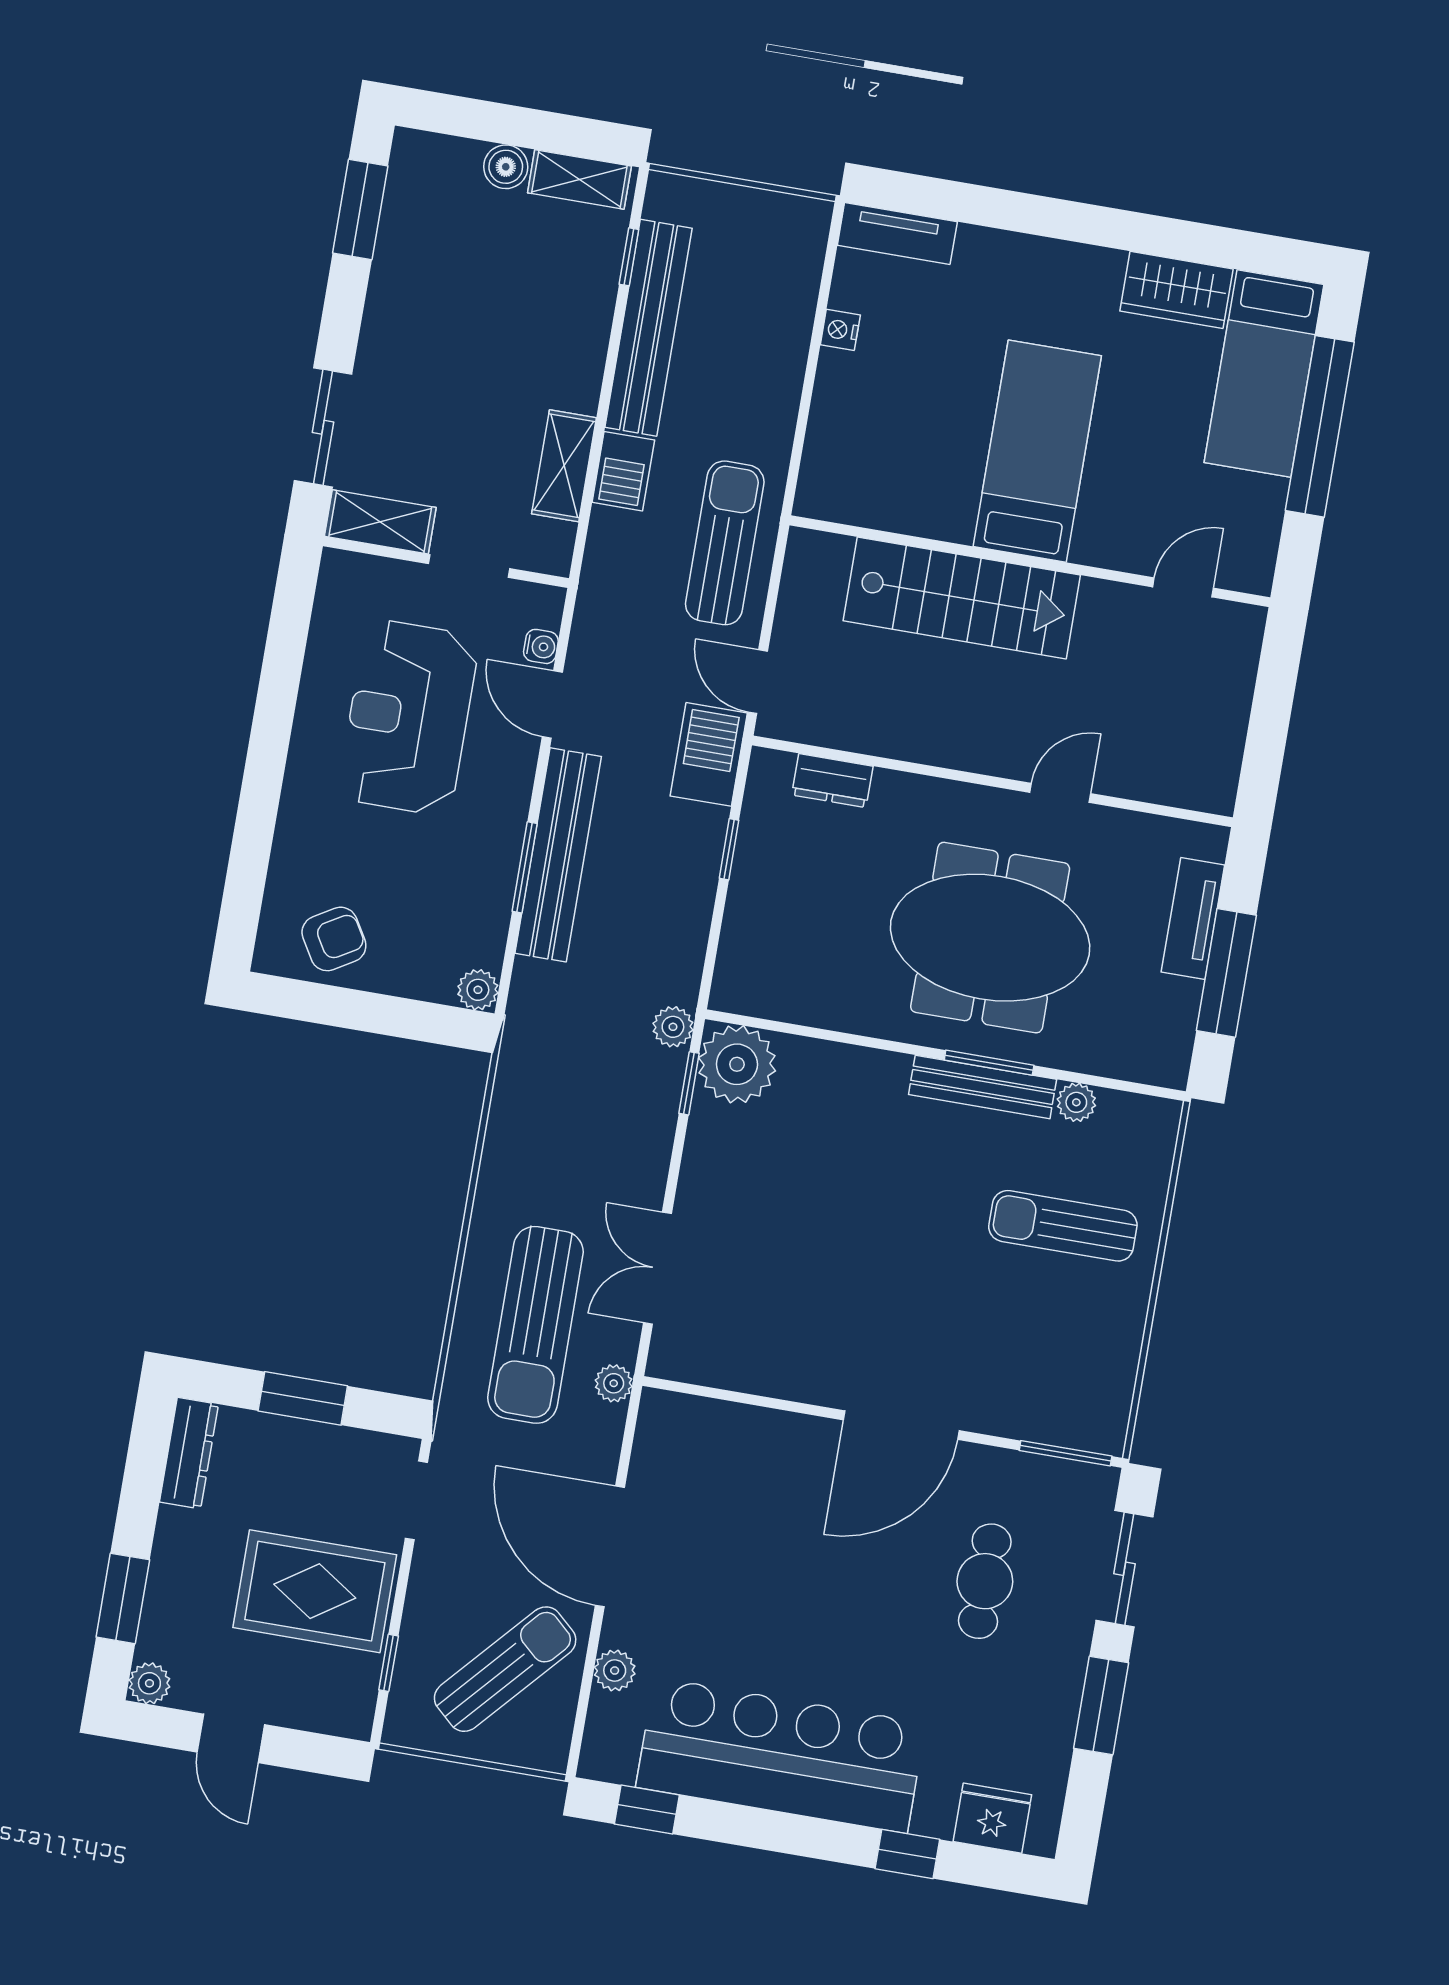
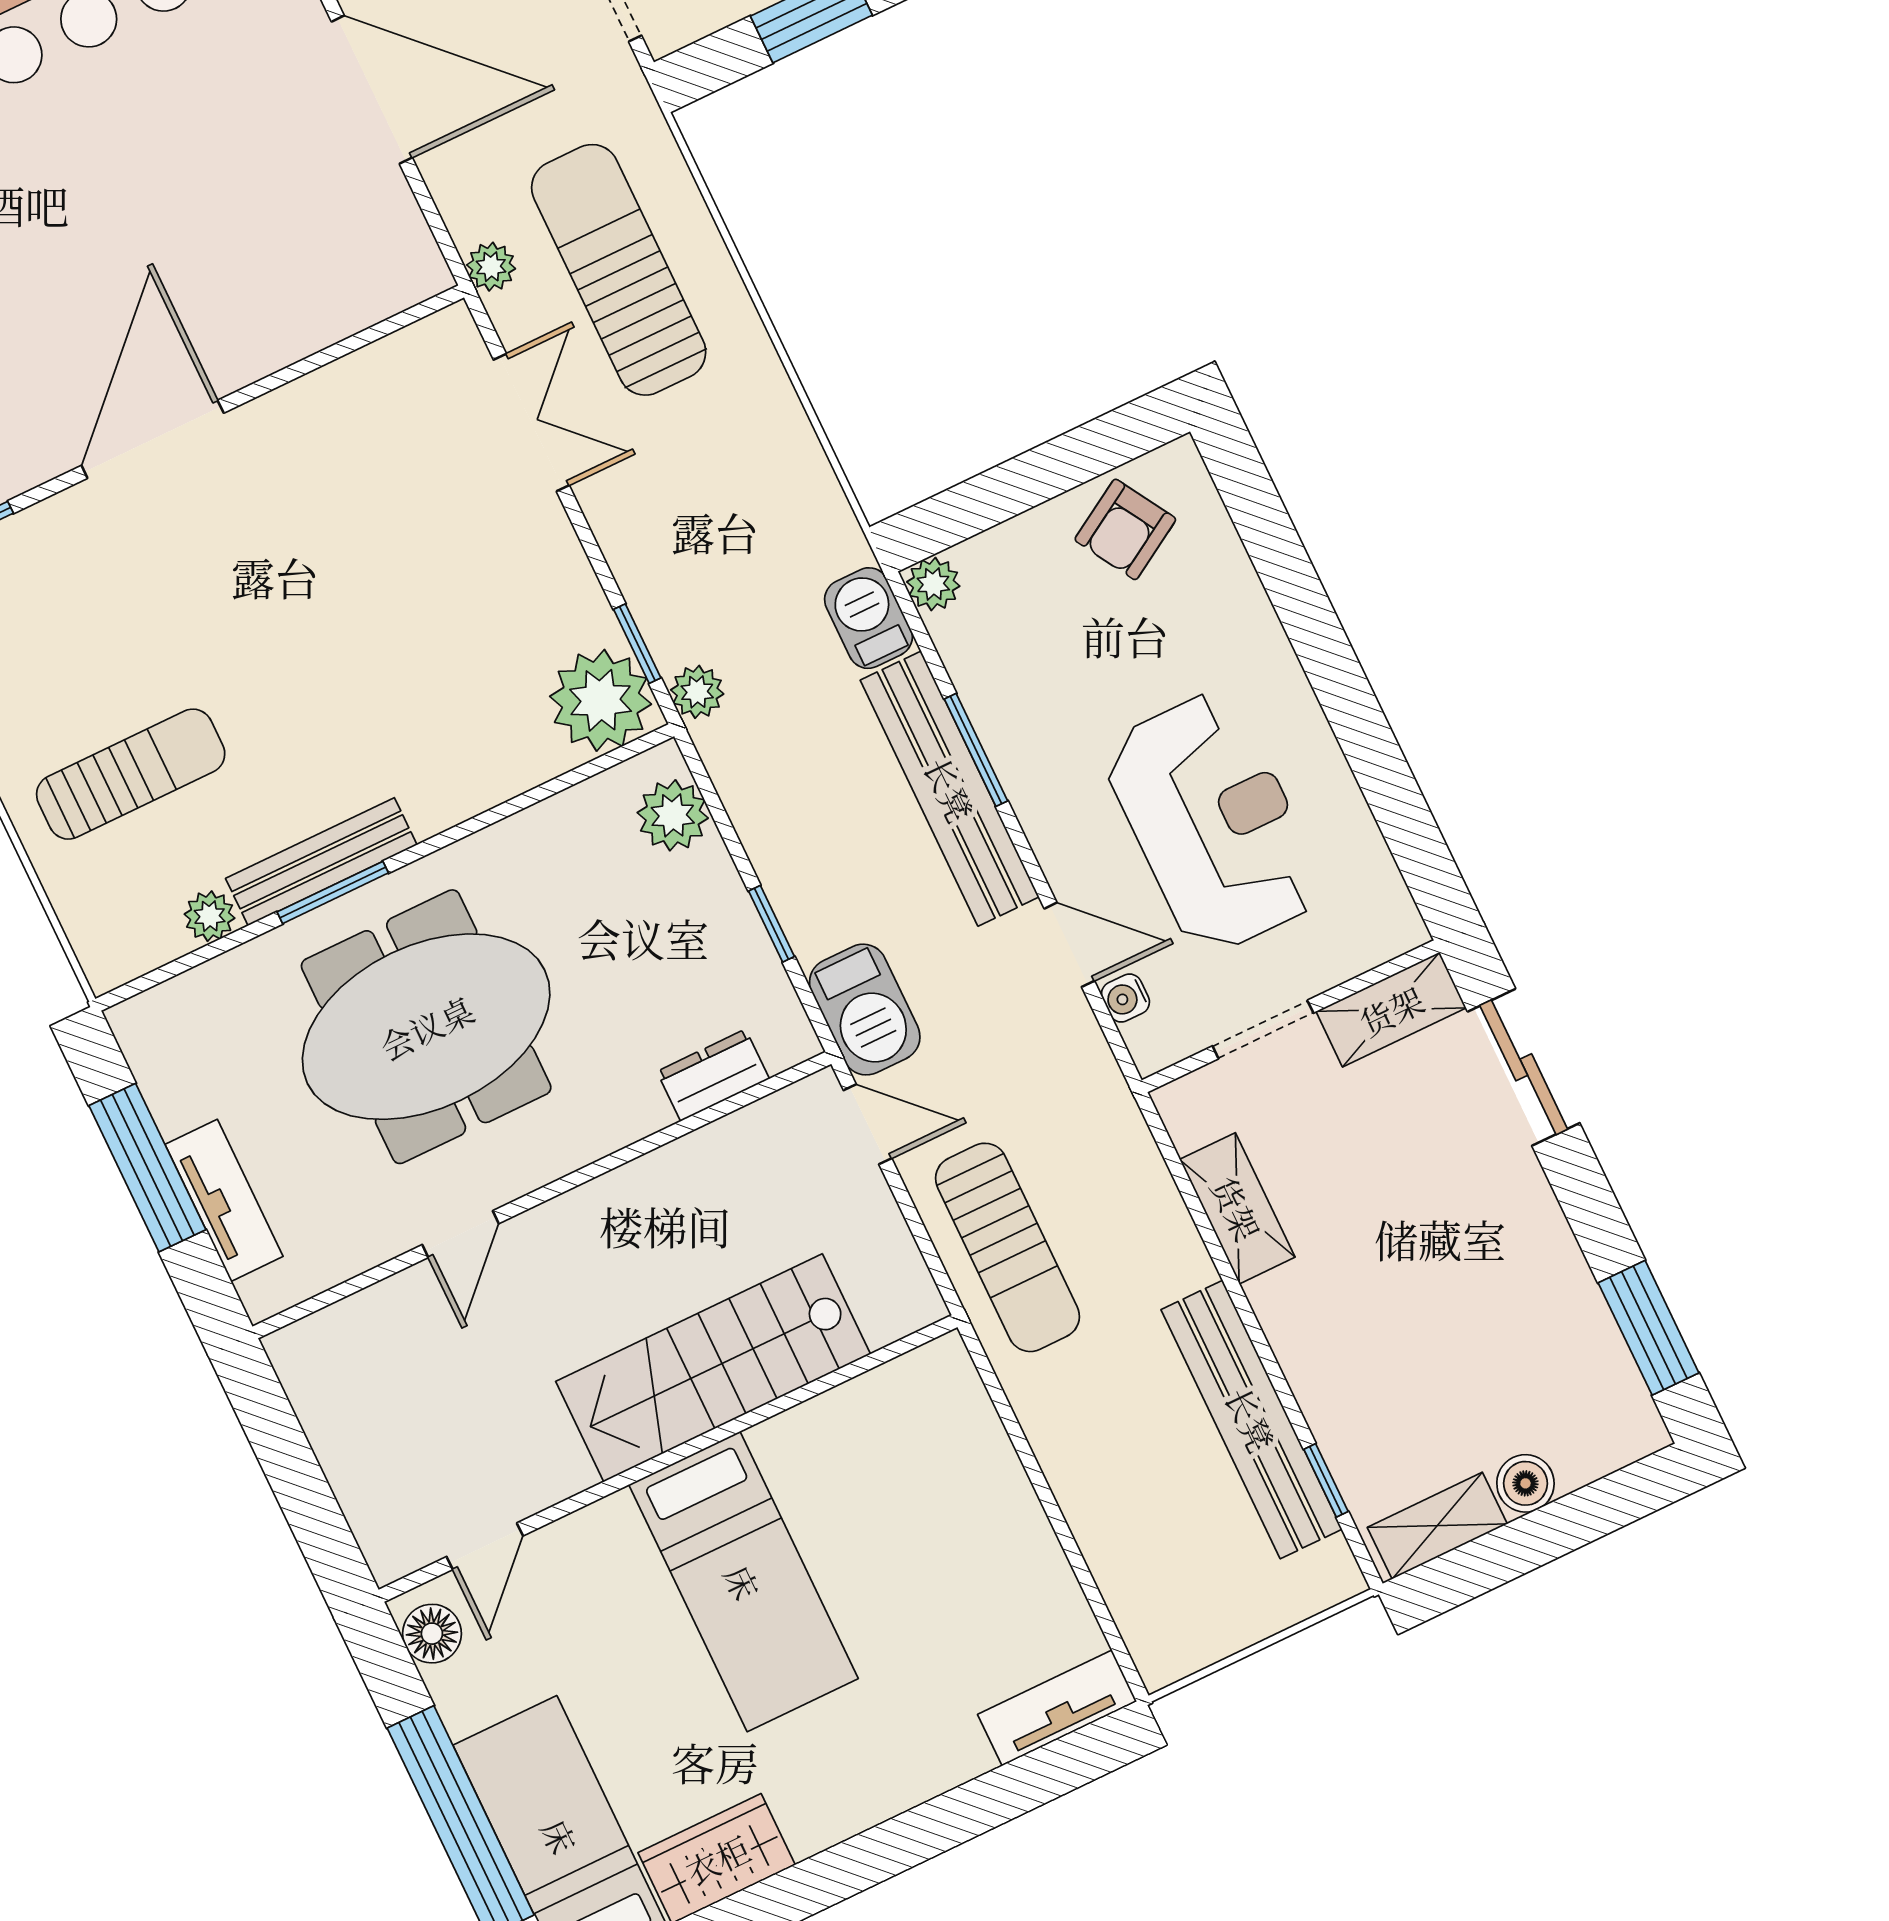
nightstand: (840, 330) -> (1045, 1562), removed
barbecue: (623, 471) -> (868, 618), moved
floor lamp: (1255, 556) -> (432, 1634), added
plant: (743, 961) -> (673, 815), added

